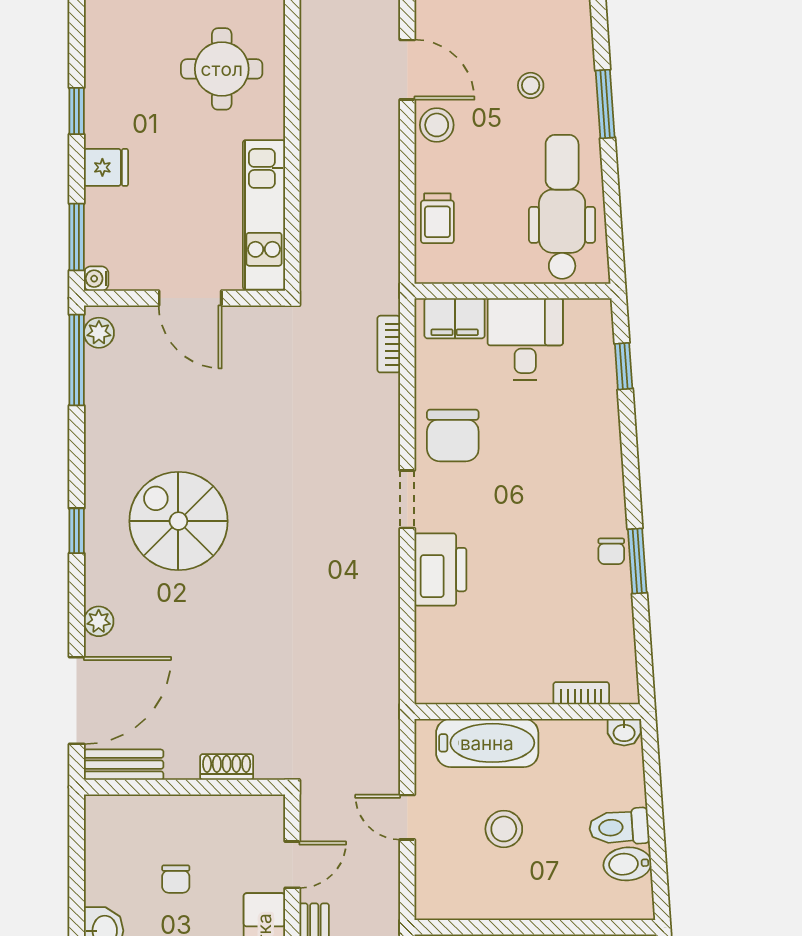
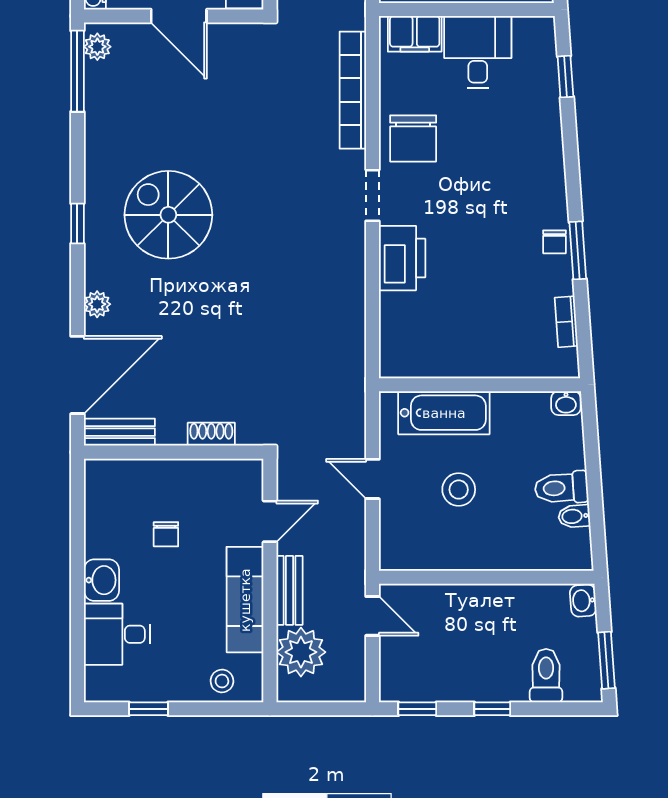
bookcase: (389, 344) -> (353, 90), width x2.31, depth x1.31
bookcase: (581, 693) -> (566, 322), moved, turned -94
bidet: (627, 864) -> (574, 516), width x0.72, depth x0.74

